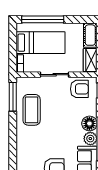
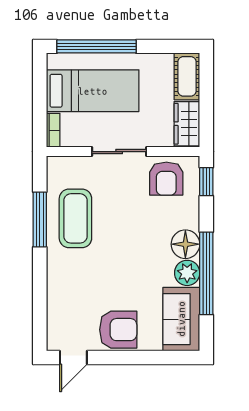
armchair: (79, 89) -> (166, 179), turned 90
window: (13, 97) -> (40, 219), moved

